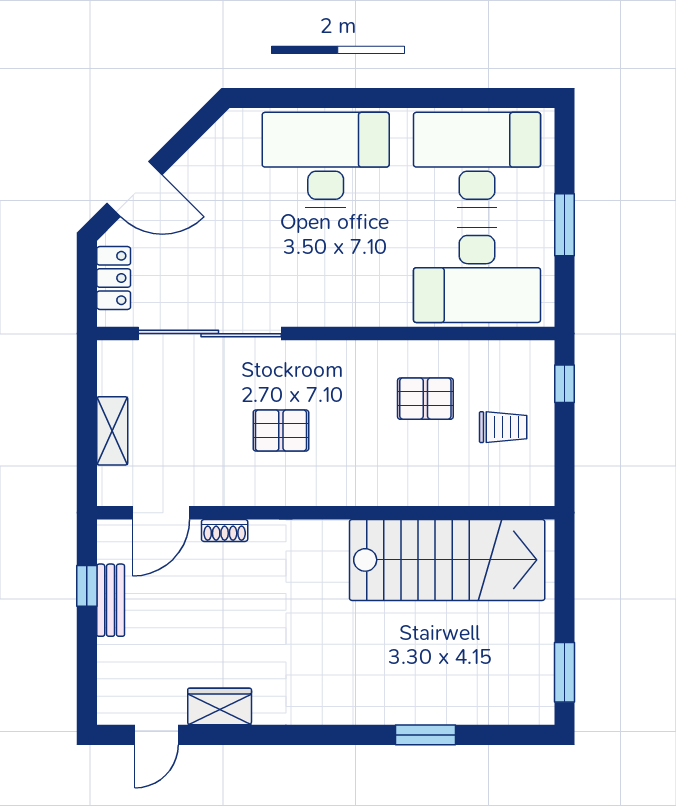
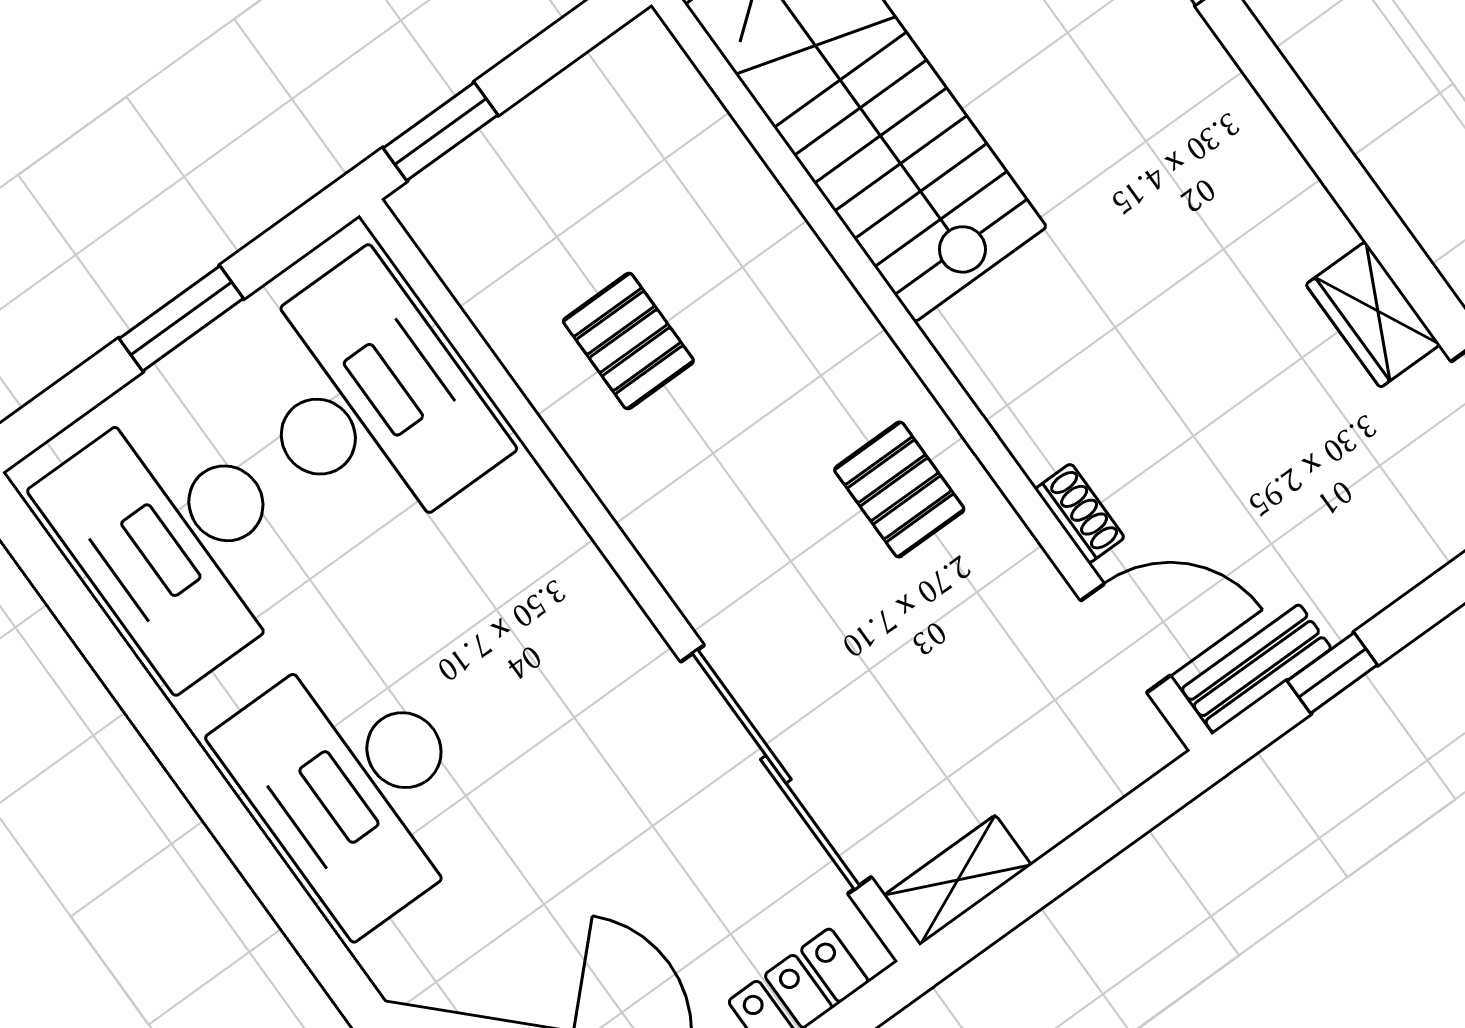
window: (565, 384) -> (440, 131), width x1.50
trolley: (503, 427) -> (583, 181), removed
shelving: (112, 431) -> (957, 880), moved
pallet: (281, 431) -> (899, 489), moved
bench: (111, 600) -> (1256, 669), moved

